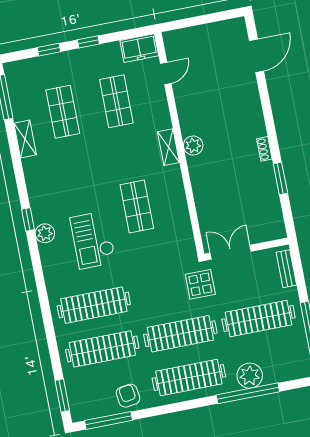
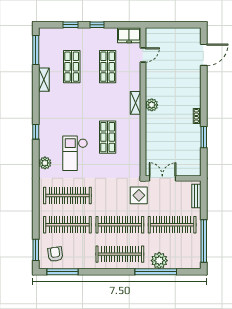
plant: (45, 233) -> (45, 163), moved
armchair: (128, 396) -> (55, 254), moved

